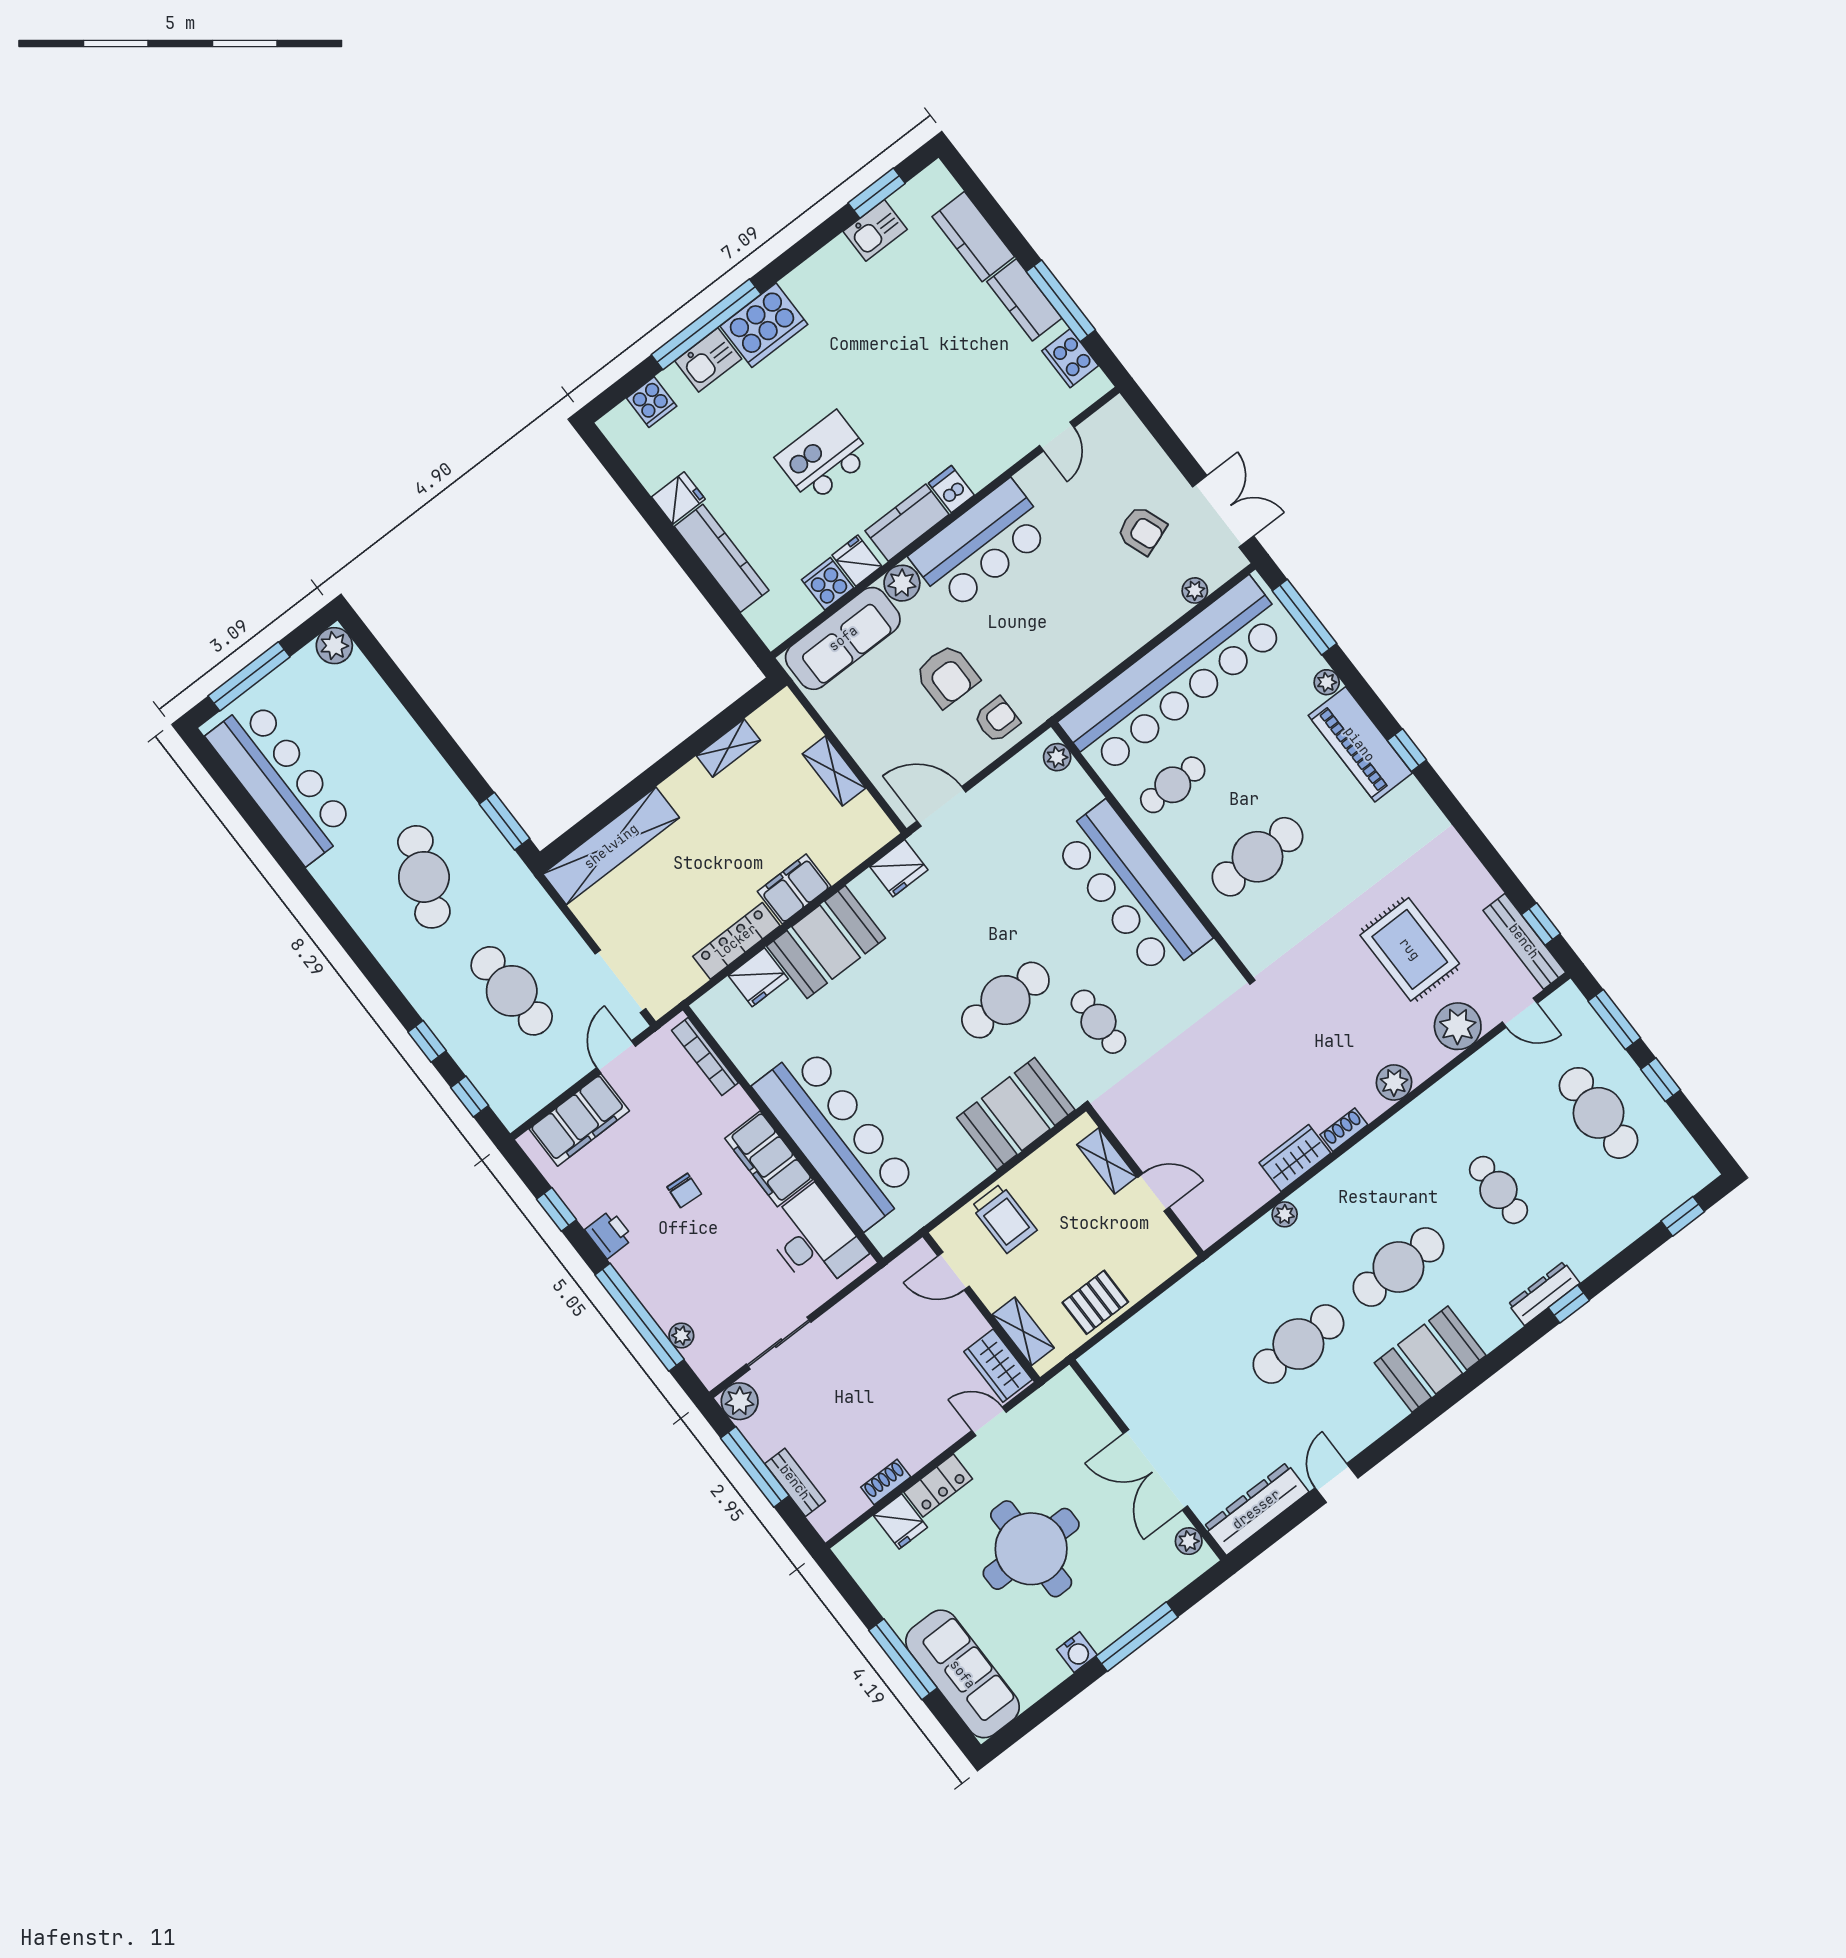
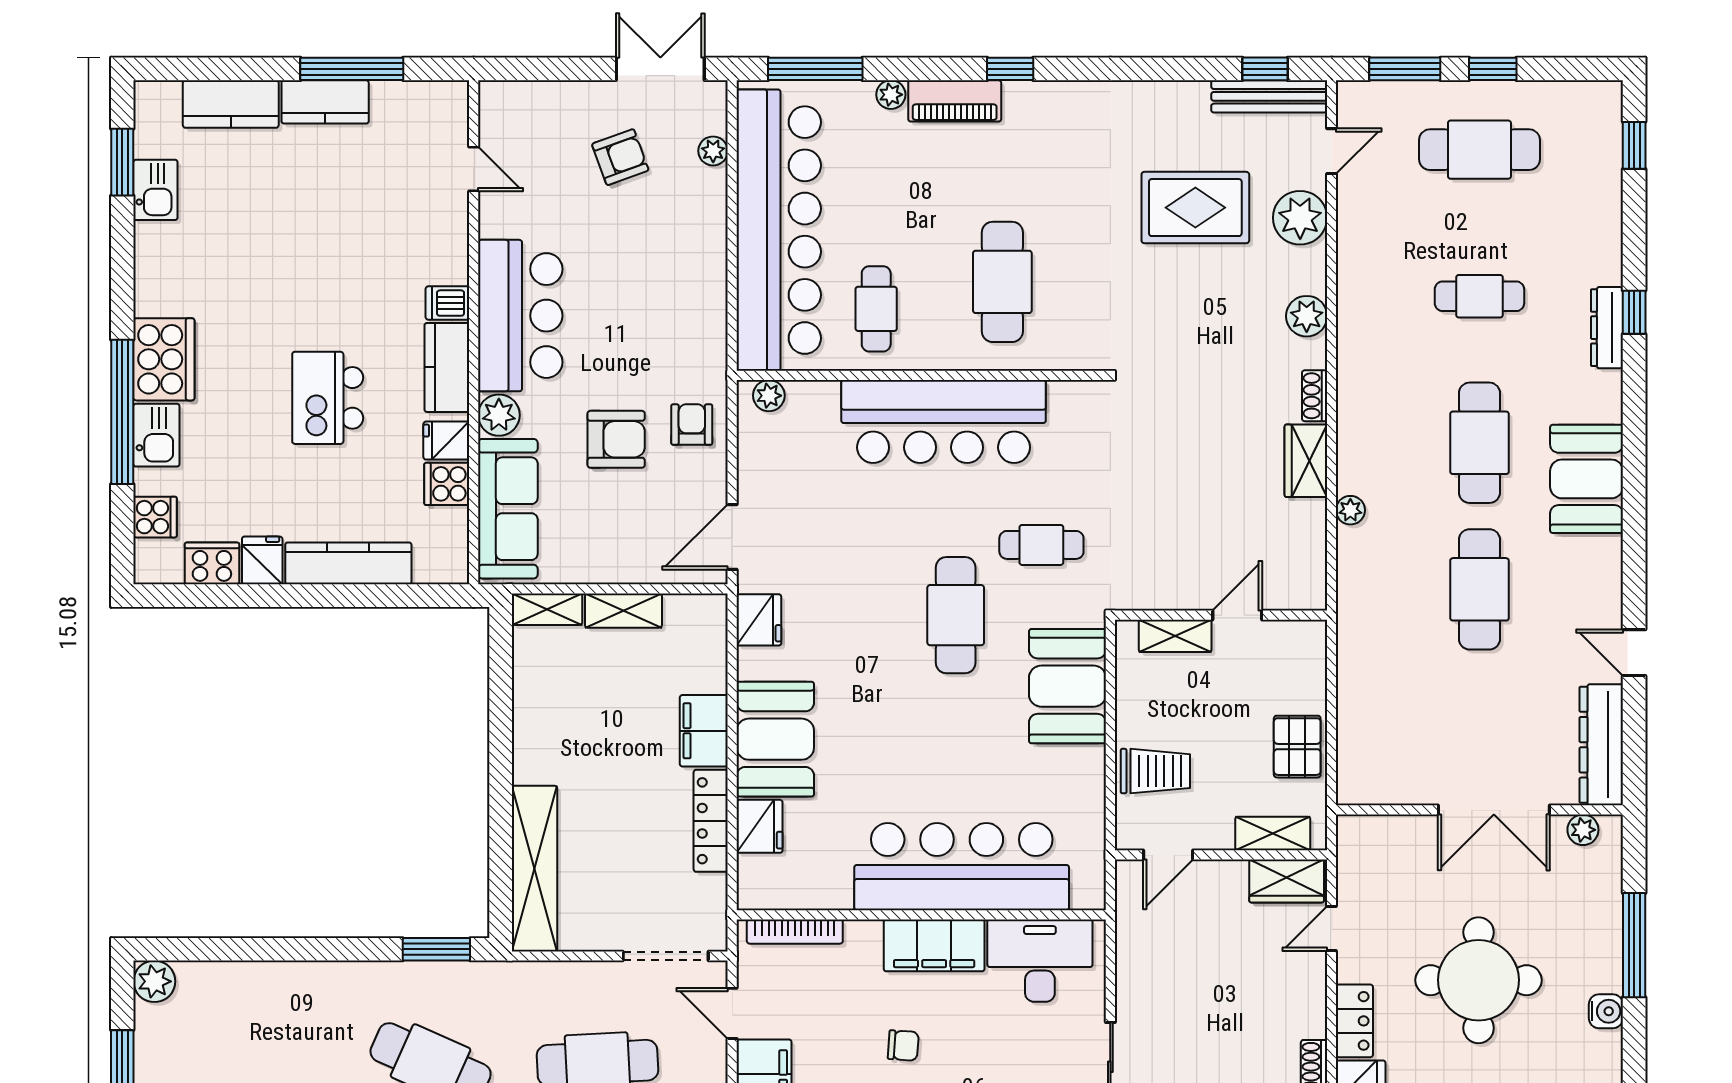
cooker: (1070, 358) -> (212, 563), moved, turned 180
piano: (1360, 744) -> (955, 101), width x0.73, depth x0.75
shelving: (728, 748) -> (547, 609), moved, turned 90

